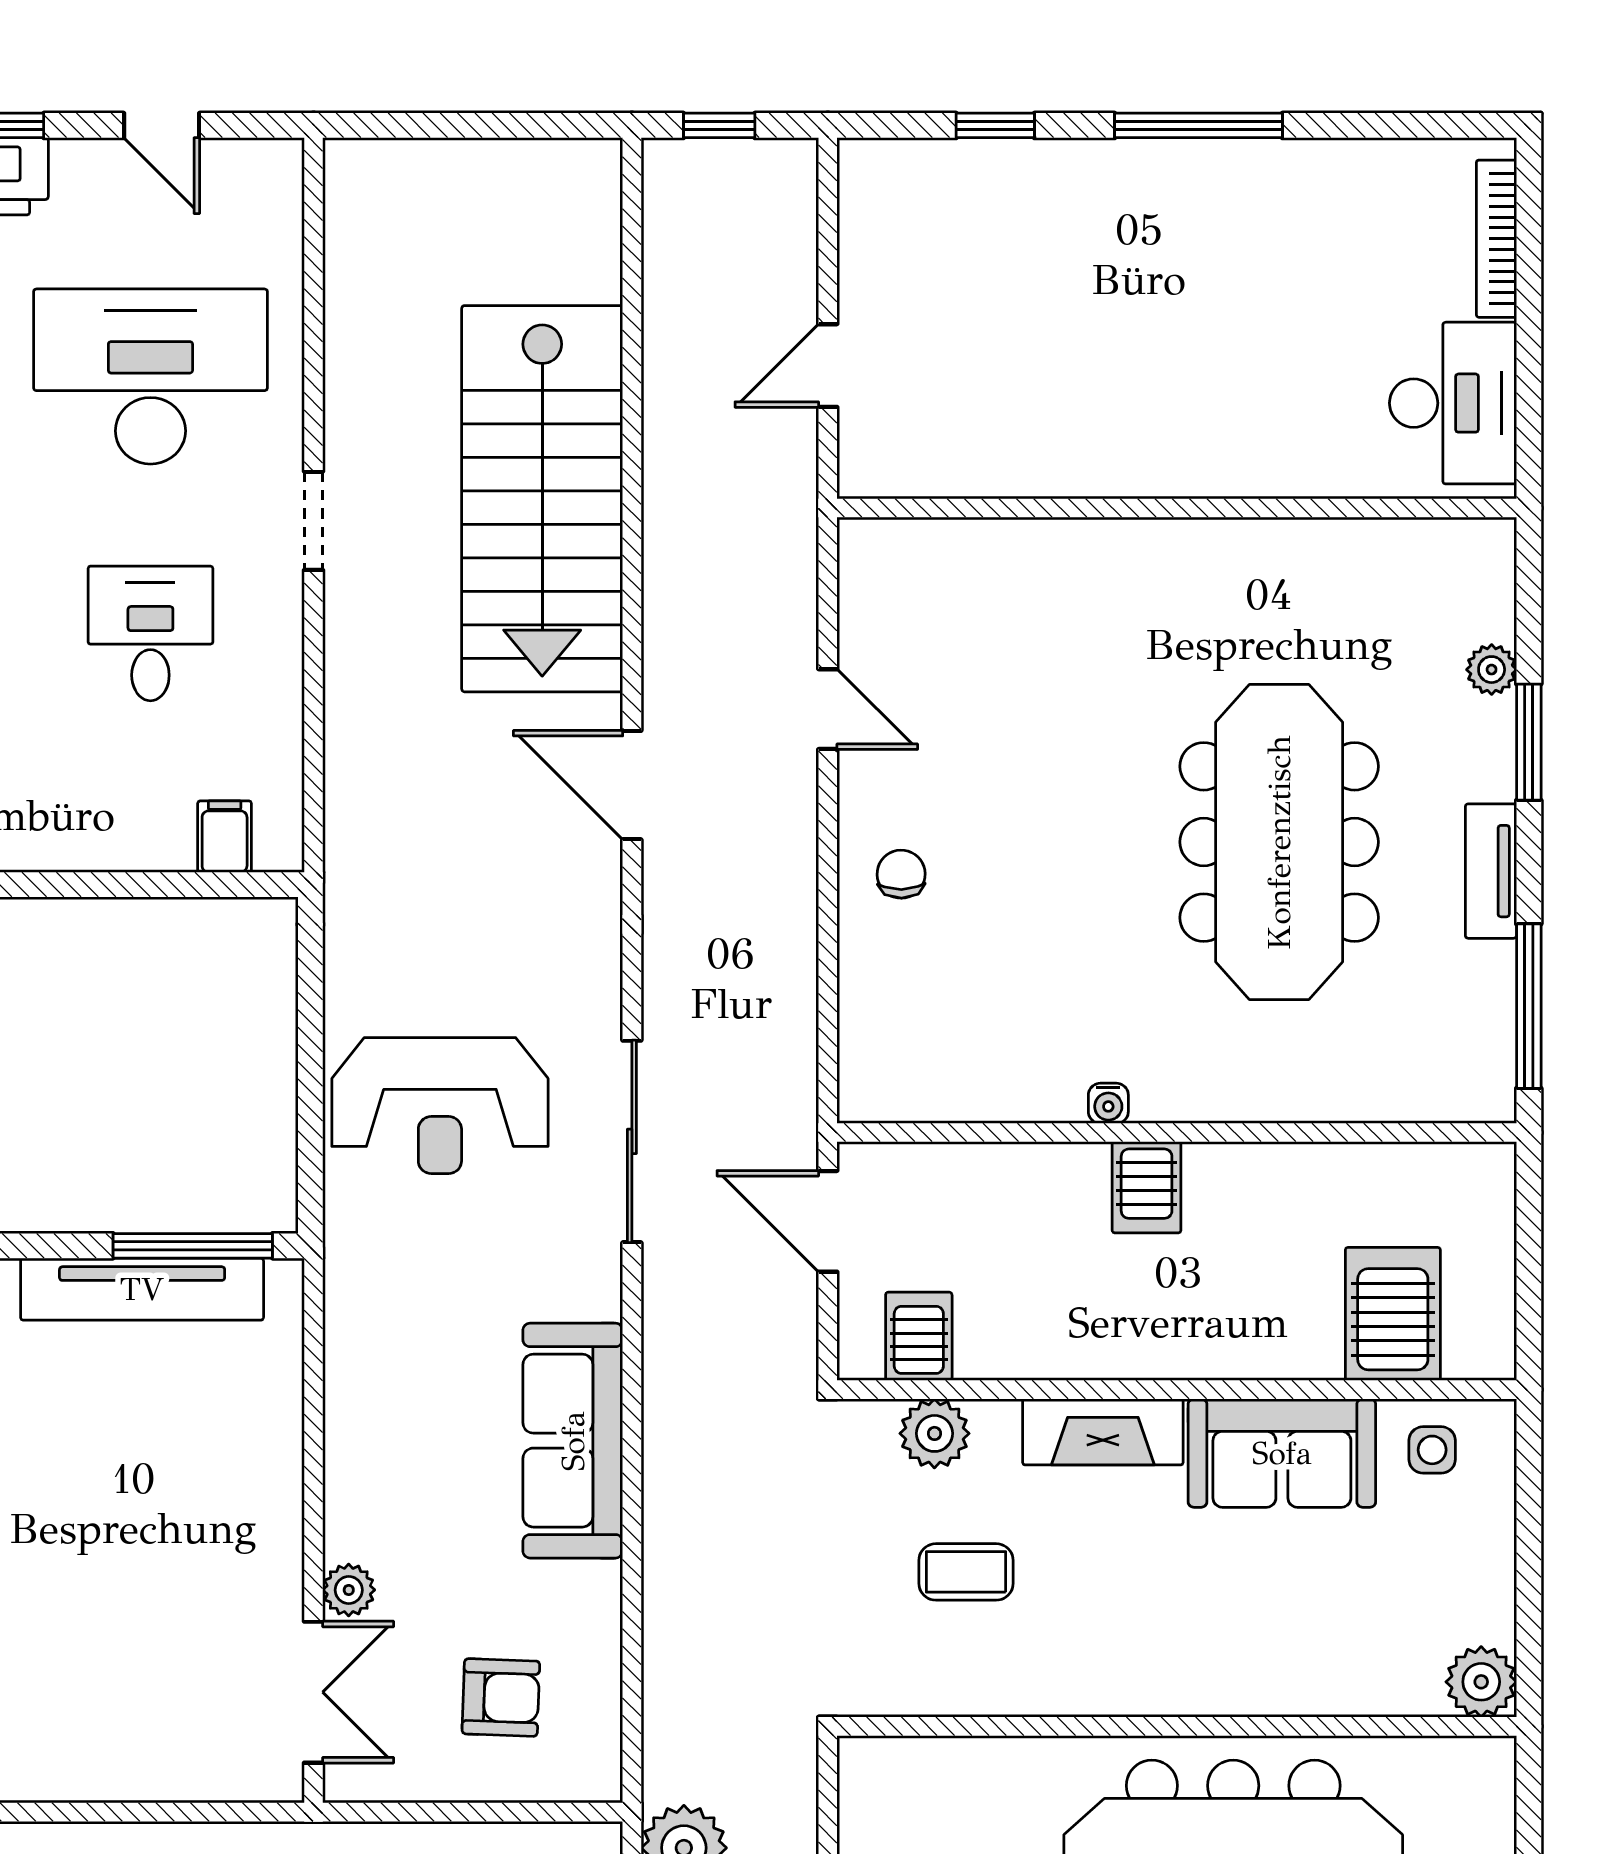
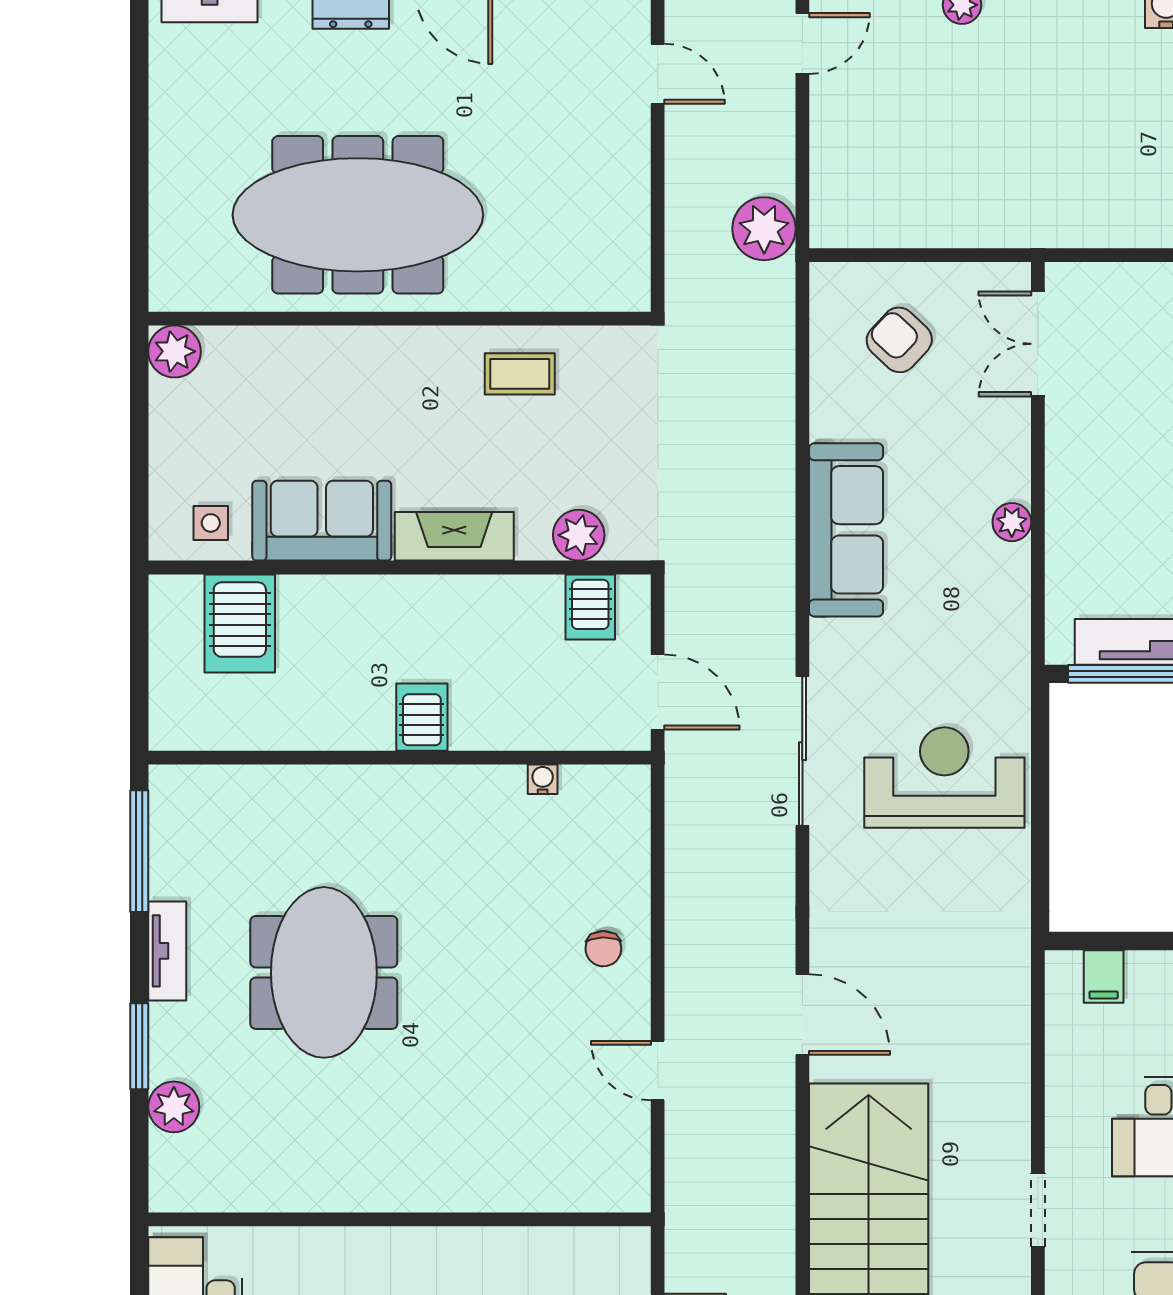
plant: (1492, 670) -> (174, 1107), width x1.38, depth x1.38
meeting table: (1279, 842) -> (324, 972), width x0.73
water cooler: (1108, 1103) -> (543, 779), moved
coffee table: (966, 1572) -> (520, 374), moved
plant: (349, 1590) -> (1012, 522), moved
armchair: (501, 1697) -> (899, 340), turned 41

